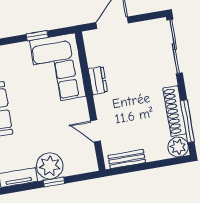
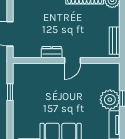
corner sofa: (58, 69) -> (37, 81), removed
door: (95, 131) -> (72, 61), moved

